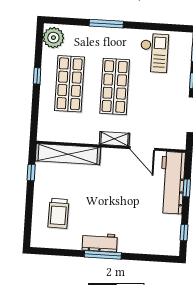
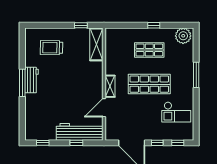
shop shelf: (70, 84) -> (149, 50), width x0.70, depth x0.74
shelving: (68, 154) -> (96, 44), width x0.68

